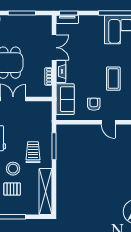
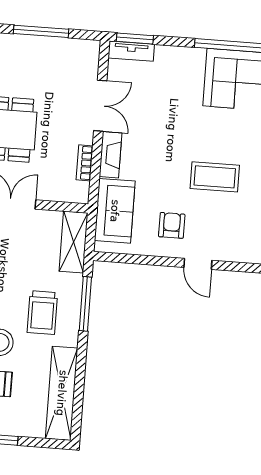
coffee table: (113, 79) -> (215, 177), turned 90
shelving: (46, 116) -> (74, 242), added
trolley: (33, 152) -> (42, 313), turned 180

